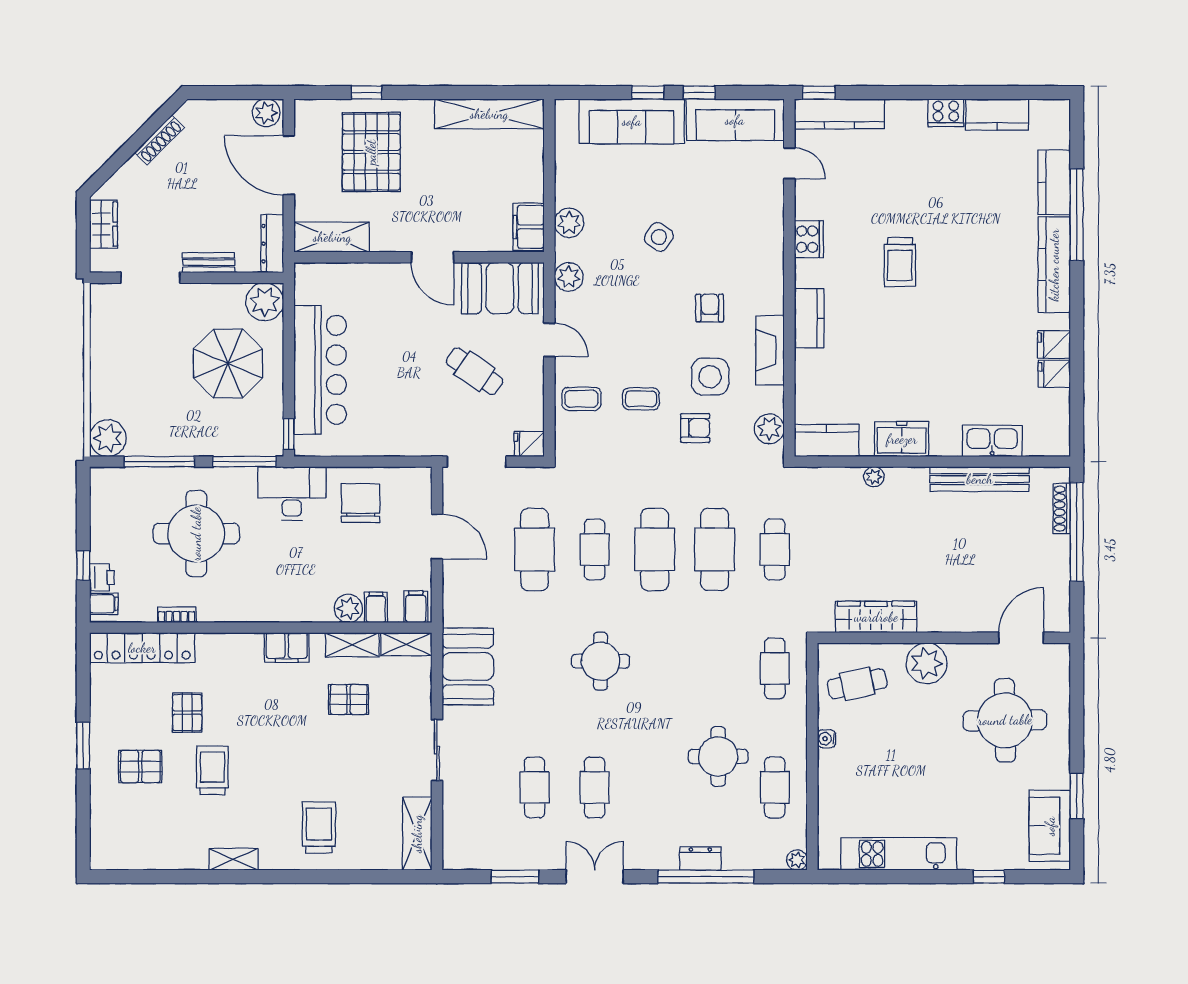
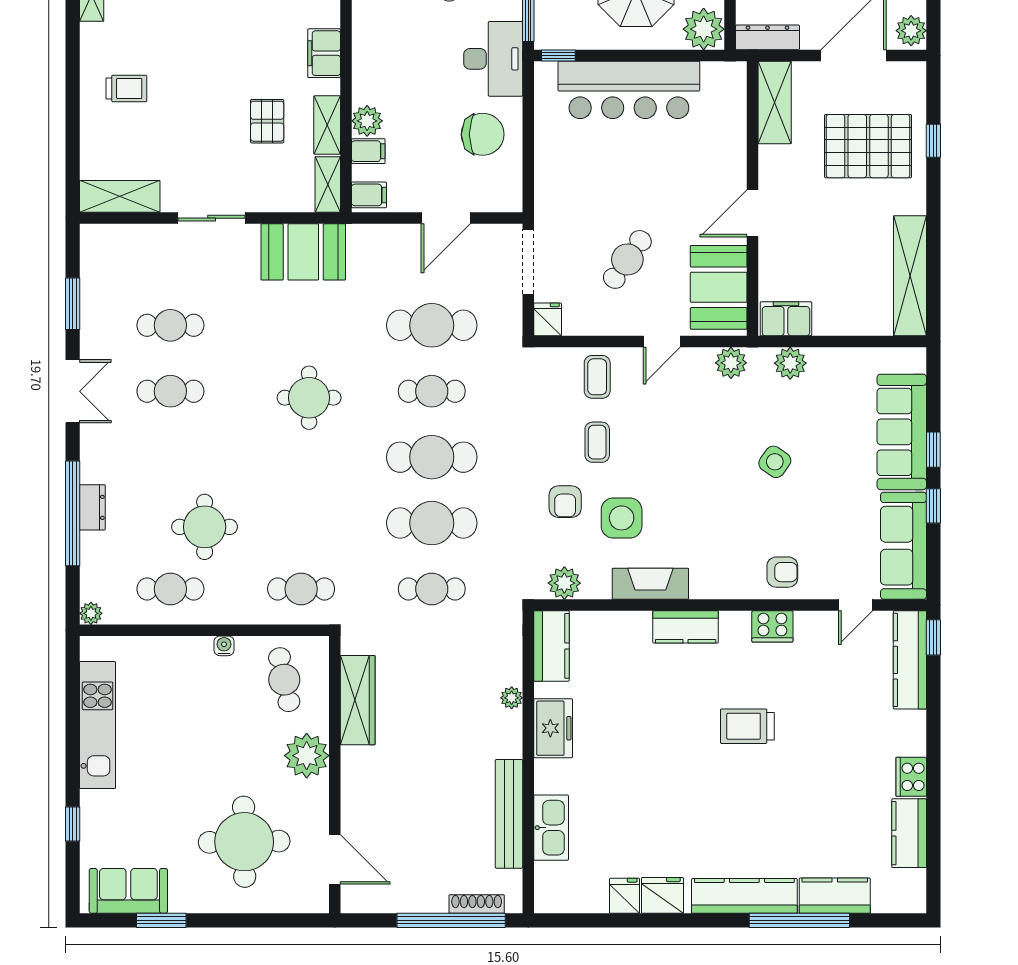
armchair: (710, 308) -> (782, 572), moved
fridge: (1054, 345) -> (662, 895), width x1.38
trolley: (319, 828) -> (126, 88), width x0.73, depth x0.72

